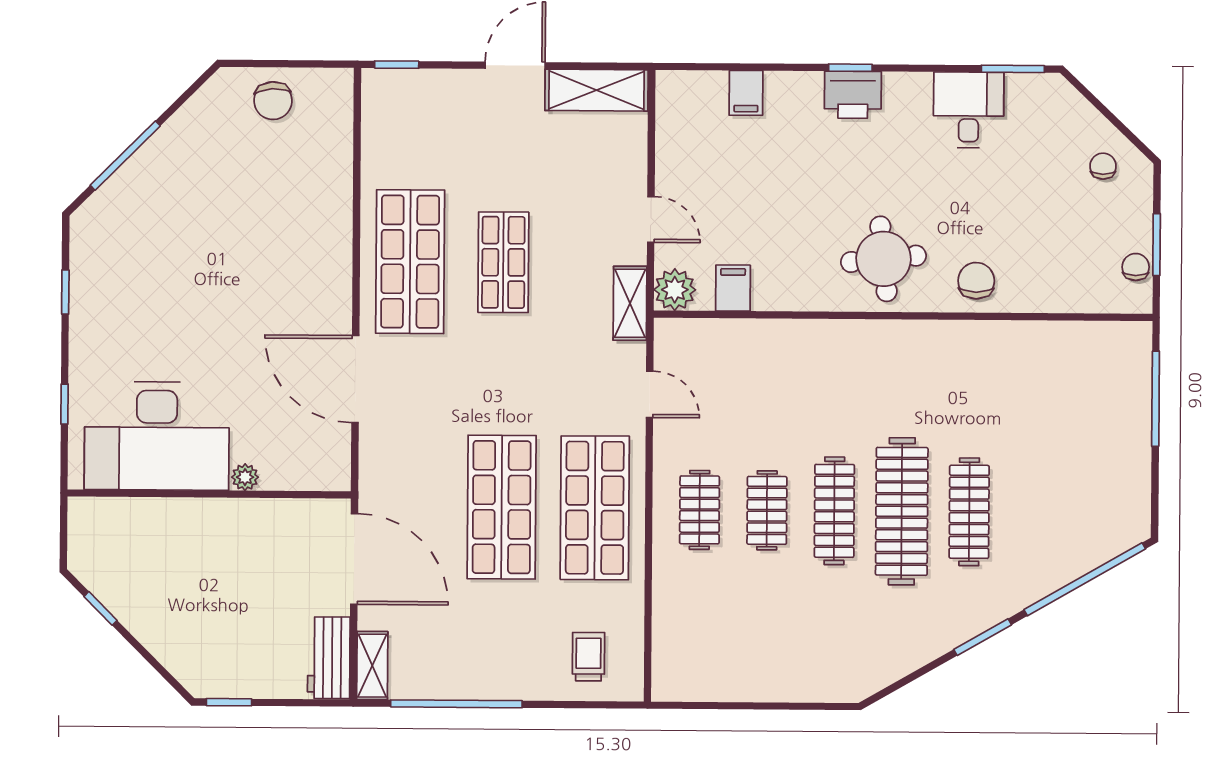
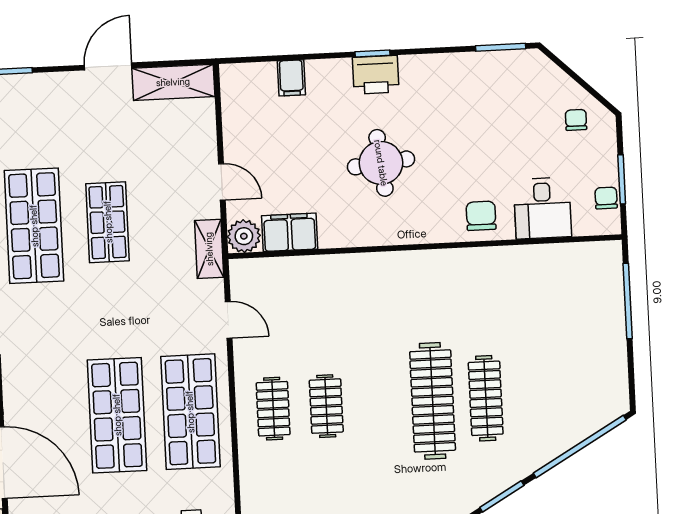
desk: (969, 110) -> (543, 208), moved, turned 180
round table: (883, 259) -> (381, 163), moved
filing cabinet: (733, 288) -> (290, 232), width x2.00
clothes rail: (834, 511) -> (379, 403), removed

